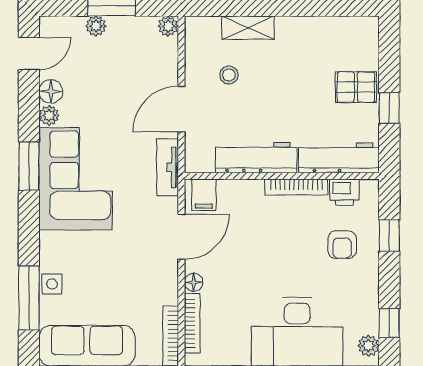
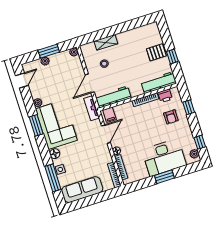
floor lamp: (51, 91) -> (55, 154), moved
workbench: (256, 158) -> (113, 97), moved

